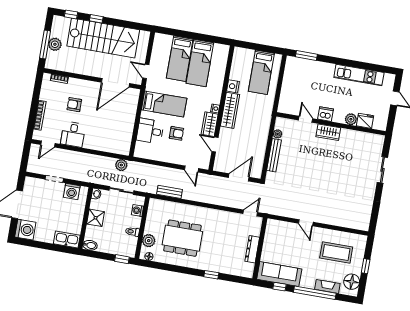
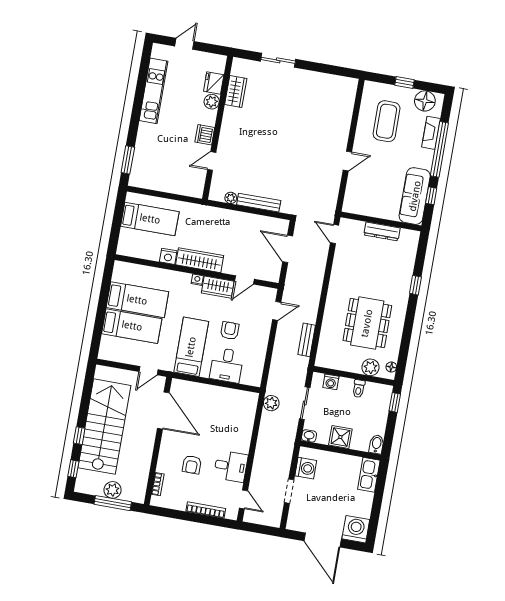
wardrobe: (328, 132) -> (236, 91), moved

